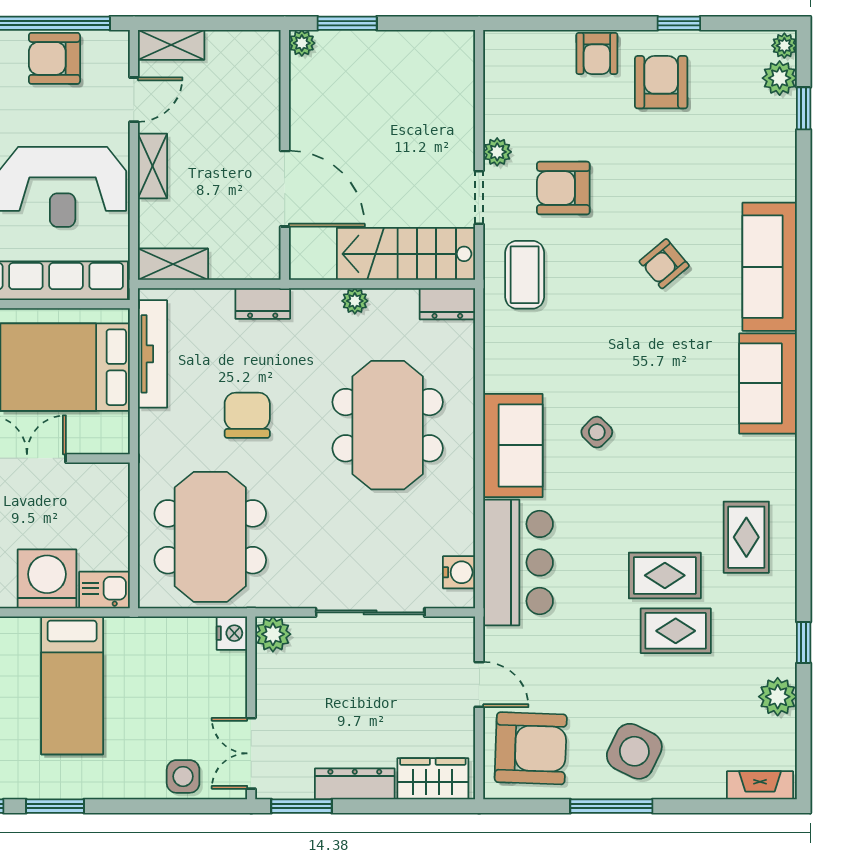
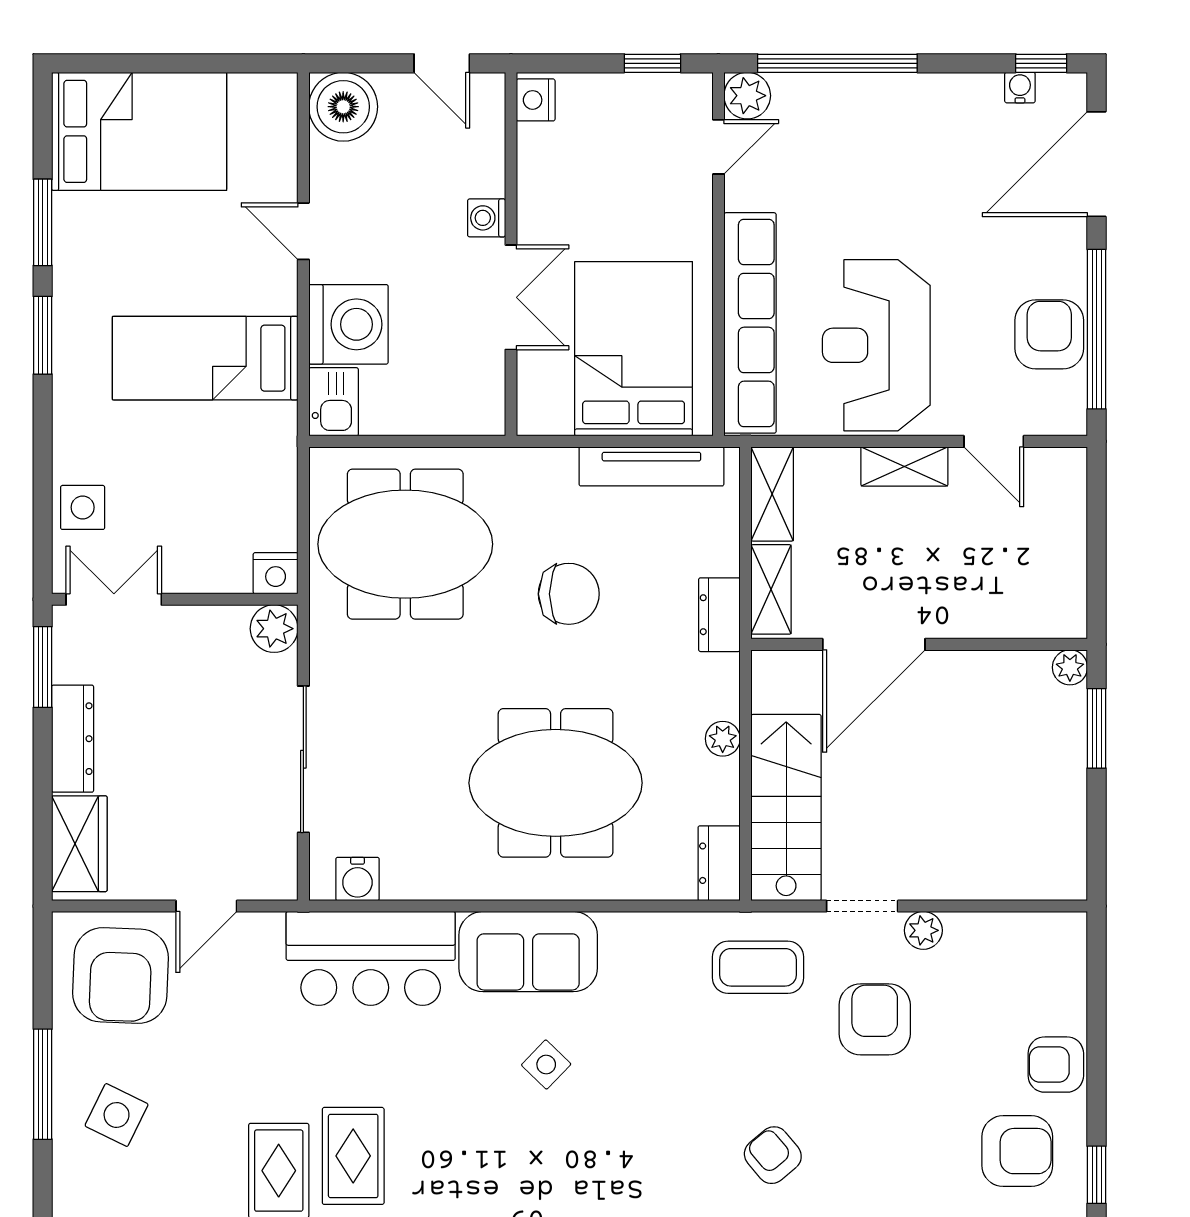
shelving: (171, 45) -> (771, 589), moved
side table: (634, 751) -> (117, 1115), width x0.73, depth x0.73

